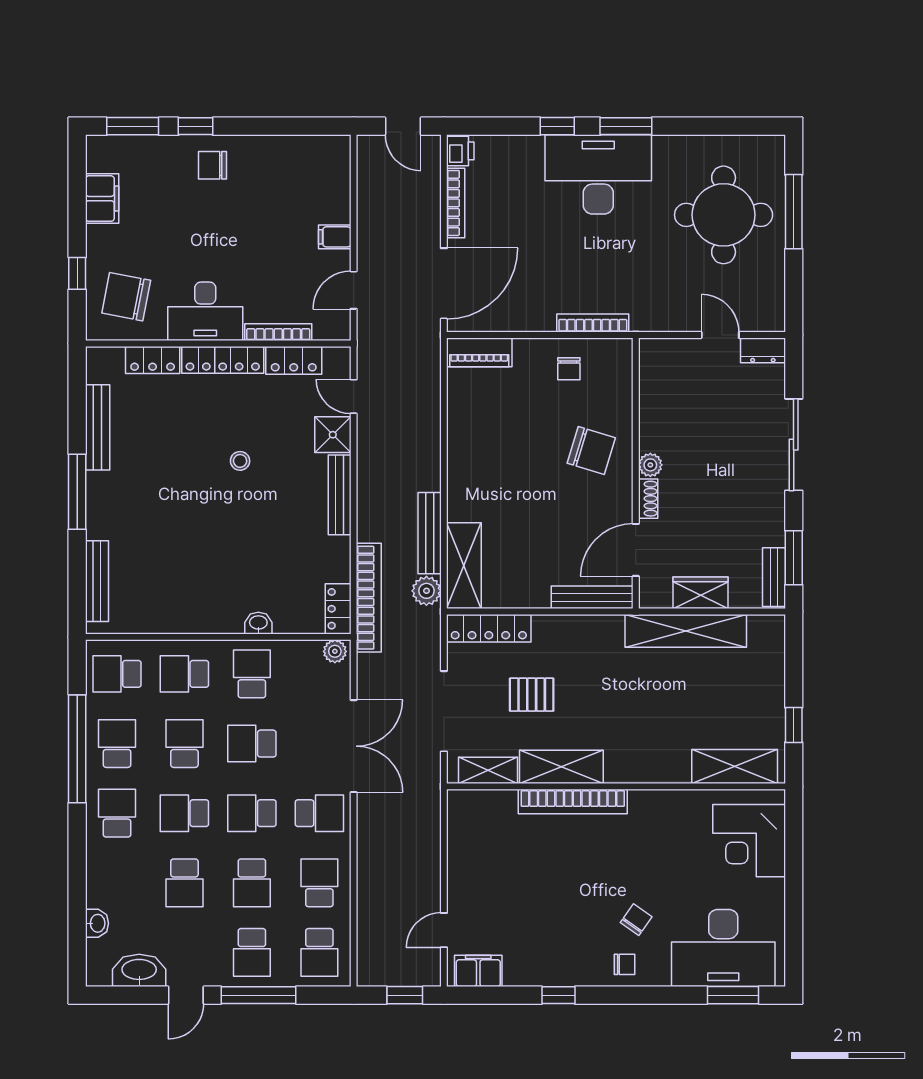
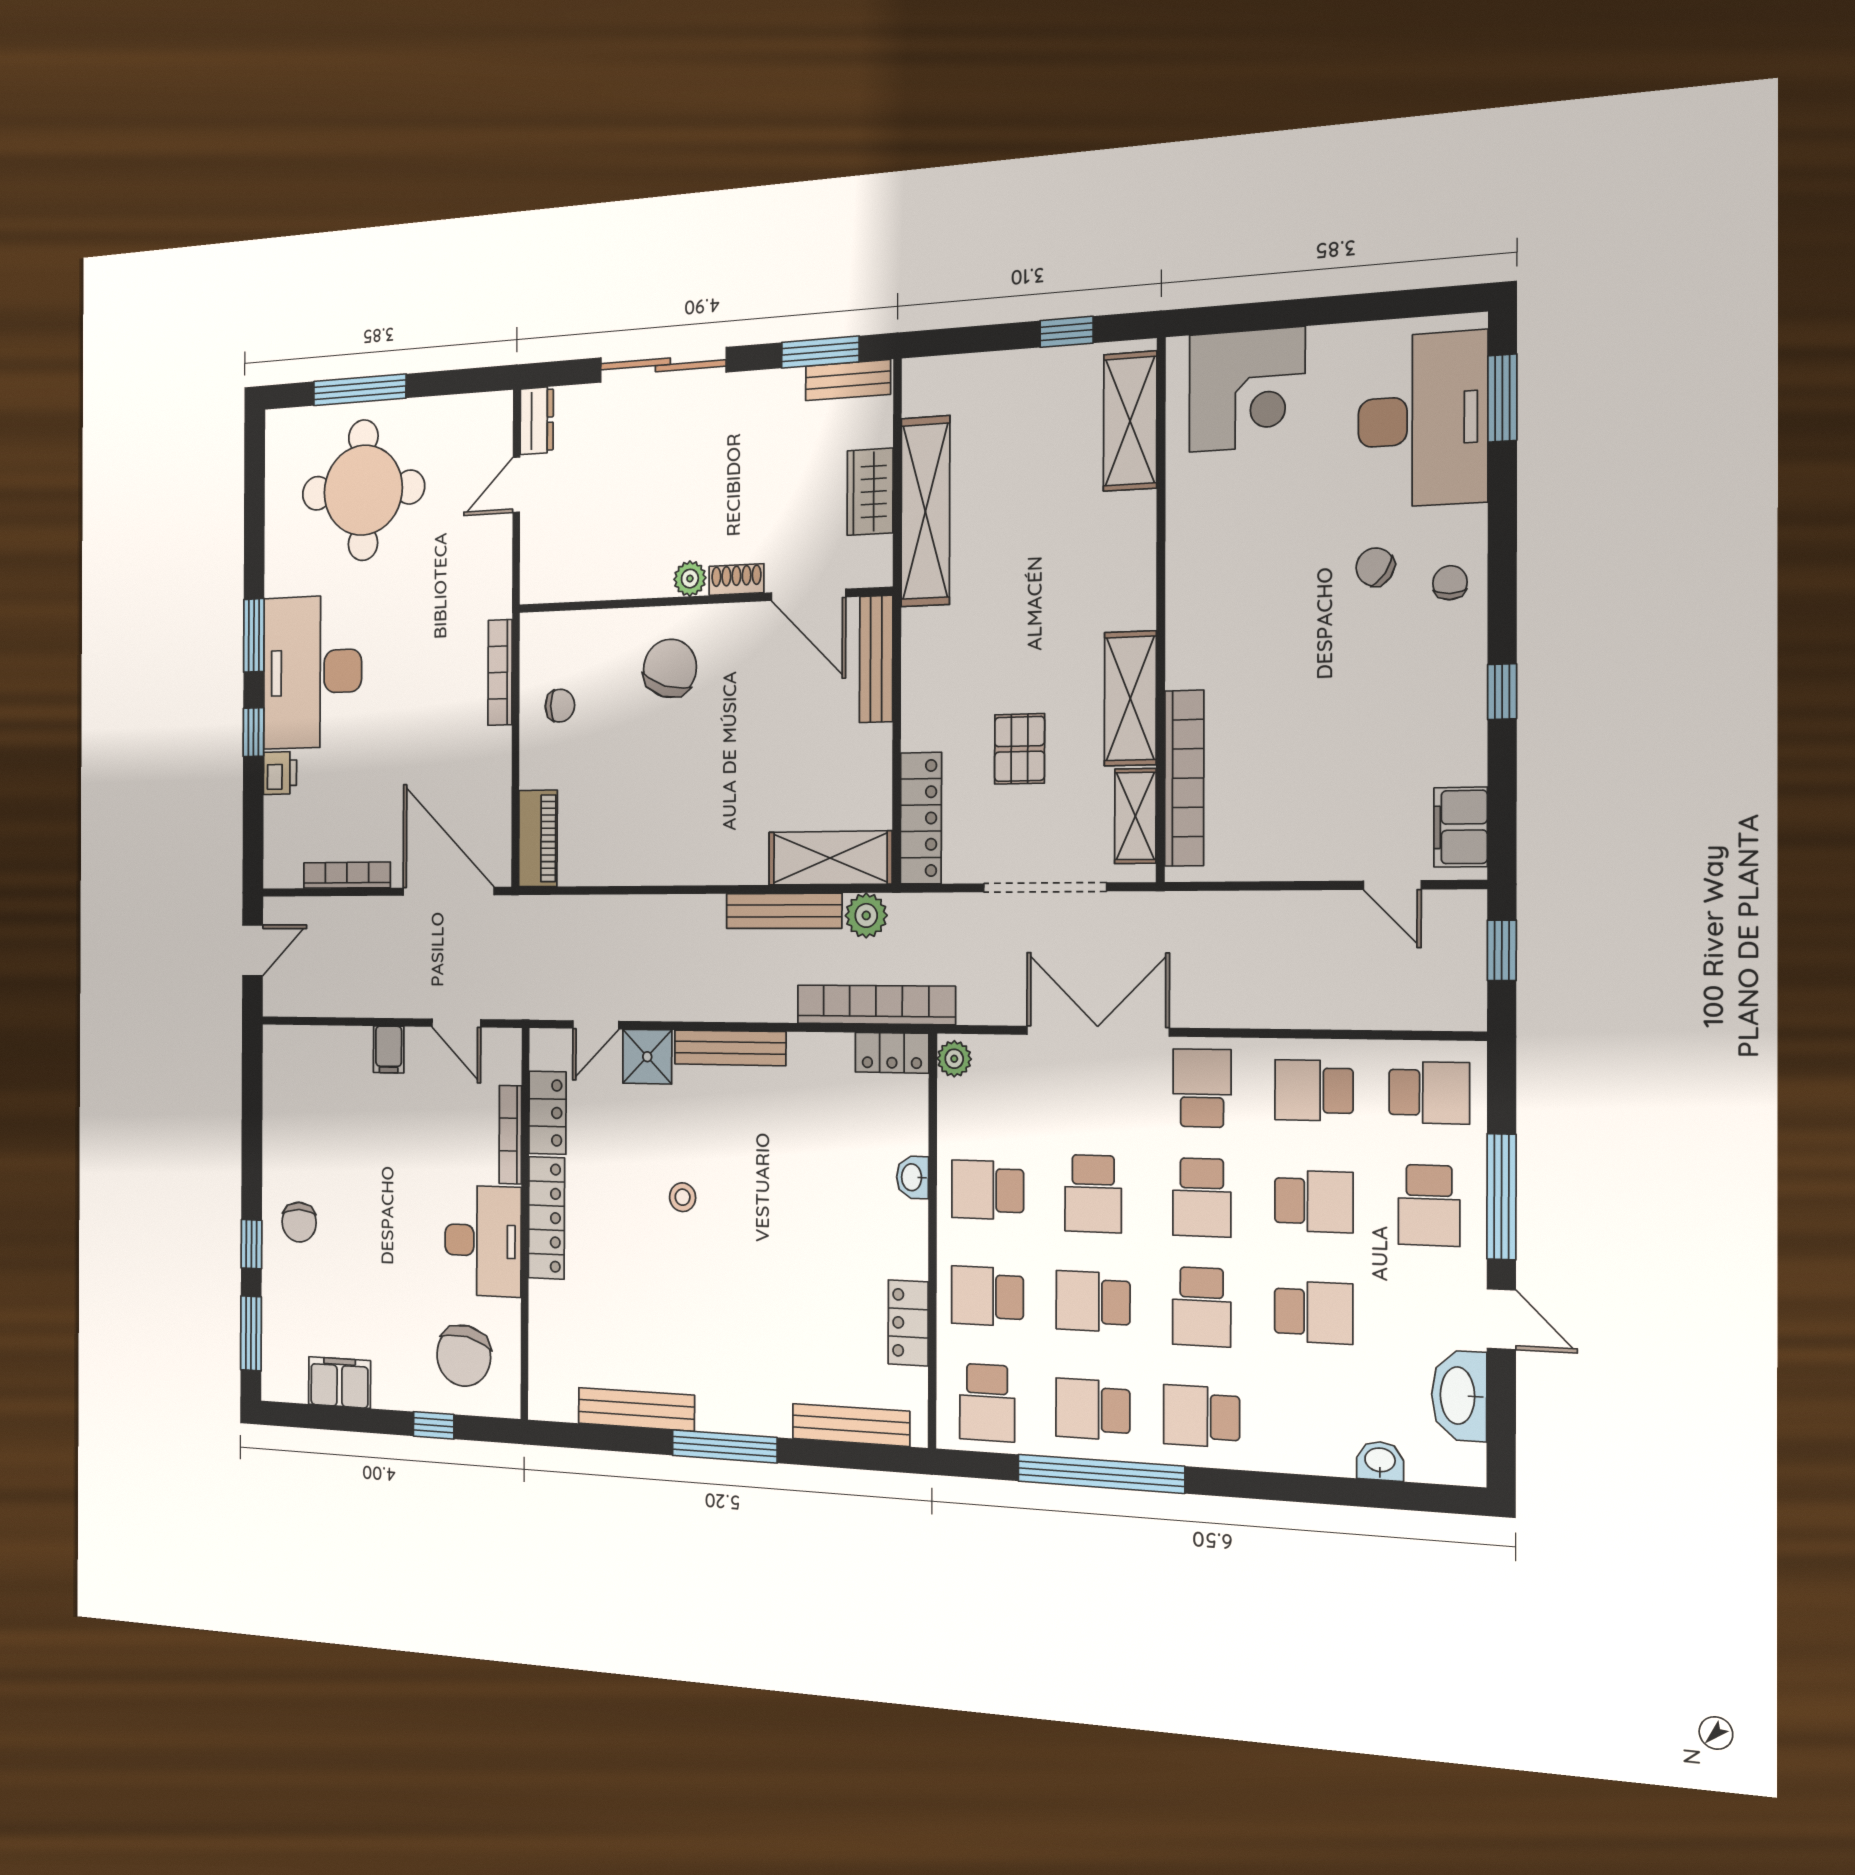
printer: (460, 151) -> (280, 773), moved, turned 90
locker: (153, 360) -> (908, 1323), moved, turned 180
school desk: (184, 674) -> (987, 1296), turned 90
bookcase: (573, 802) -> (1184, 778), moved
school desk: (252, 952) -> (1429, 1205), turned 90

